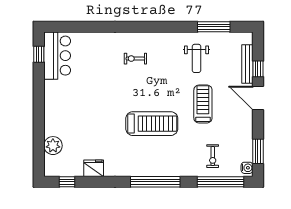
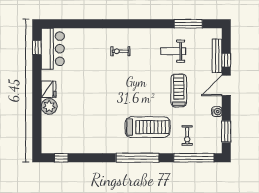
weight bench: (197, 58) -> (173, 51), turned 90
door: (258, 98) -> (226, 85), hinge flipped
treadmill: (152, 124) -> (148, 127), moved
plant: (53, 146) -> (49, 106), moved
fridge: (94, 168) -> (49, 89), moved, turned 90
water cooler: (247, 168) -> (217, 112), moved

